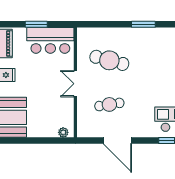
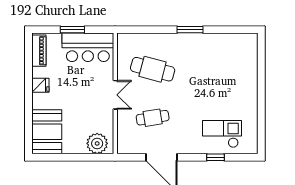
double door: (75, 84) -> (115, 95), swing flipped
plant: (63, 132) -> (97, 143), width x1.88, depth x1.88

